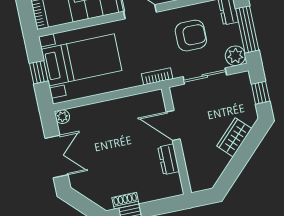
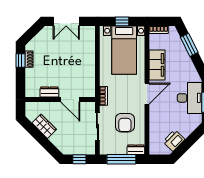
plant: (235, 56) -> (106, 148), removed
plant: (62, 117) -> (91, 30), removed
door: (173, 125) -> (70, 100), swing flipped
wardrobe: (234, 137) -> (44, 126), moved

